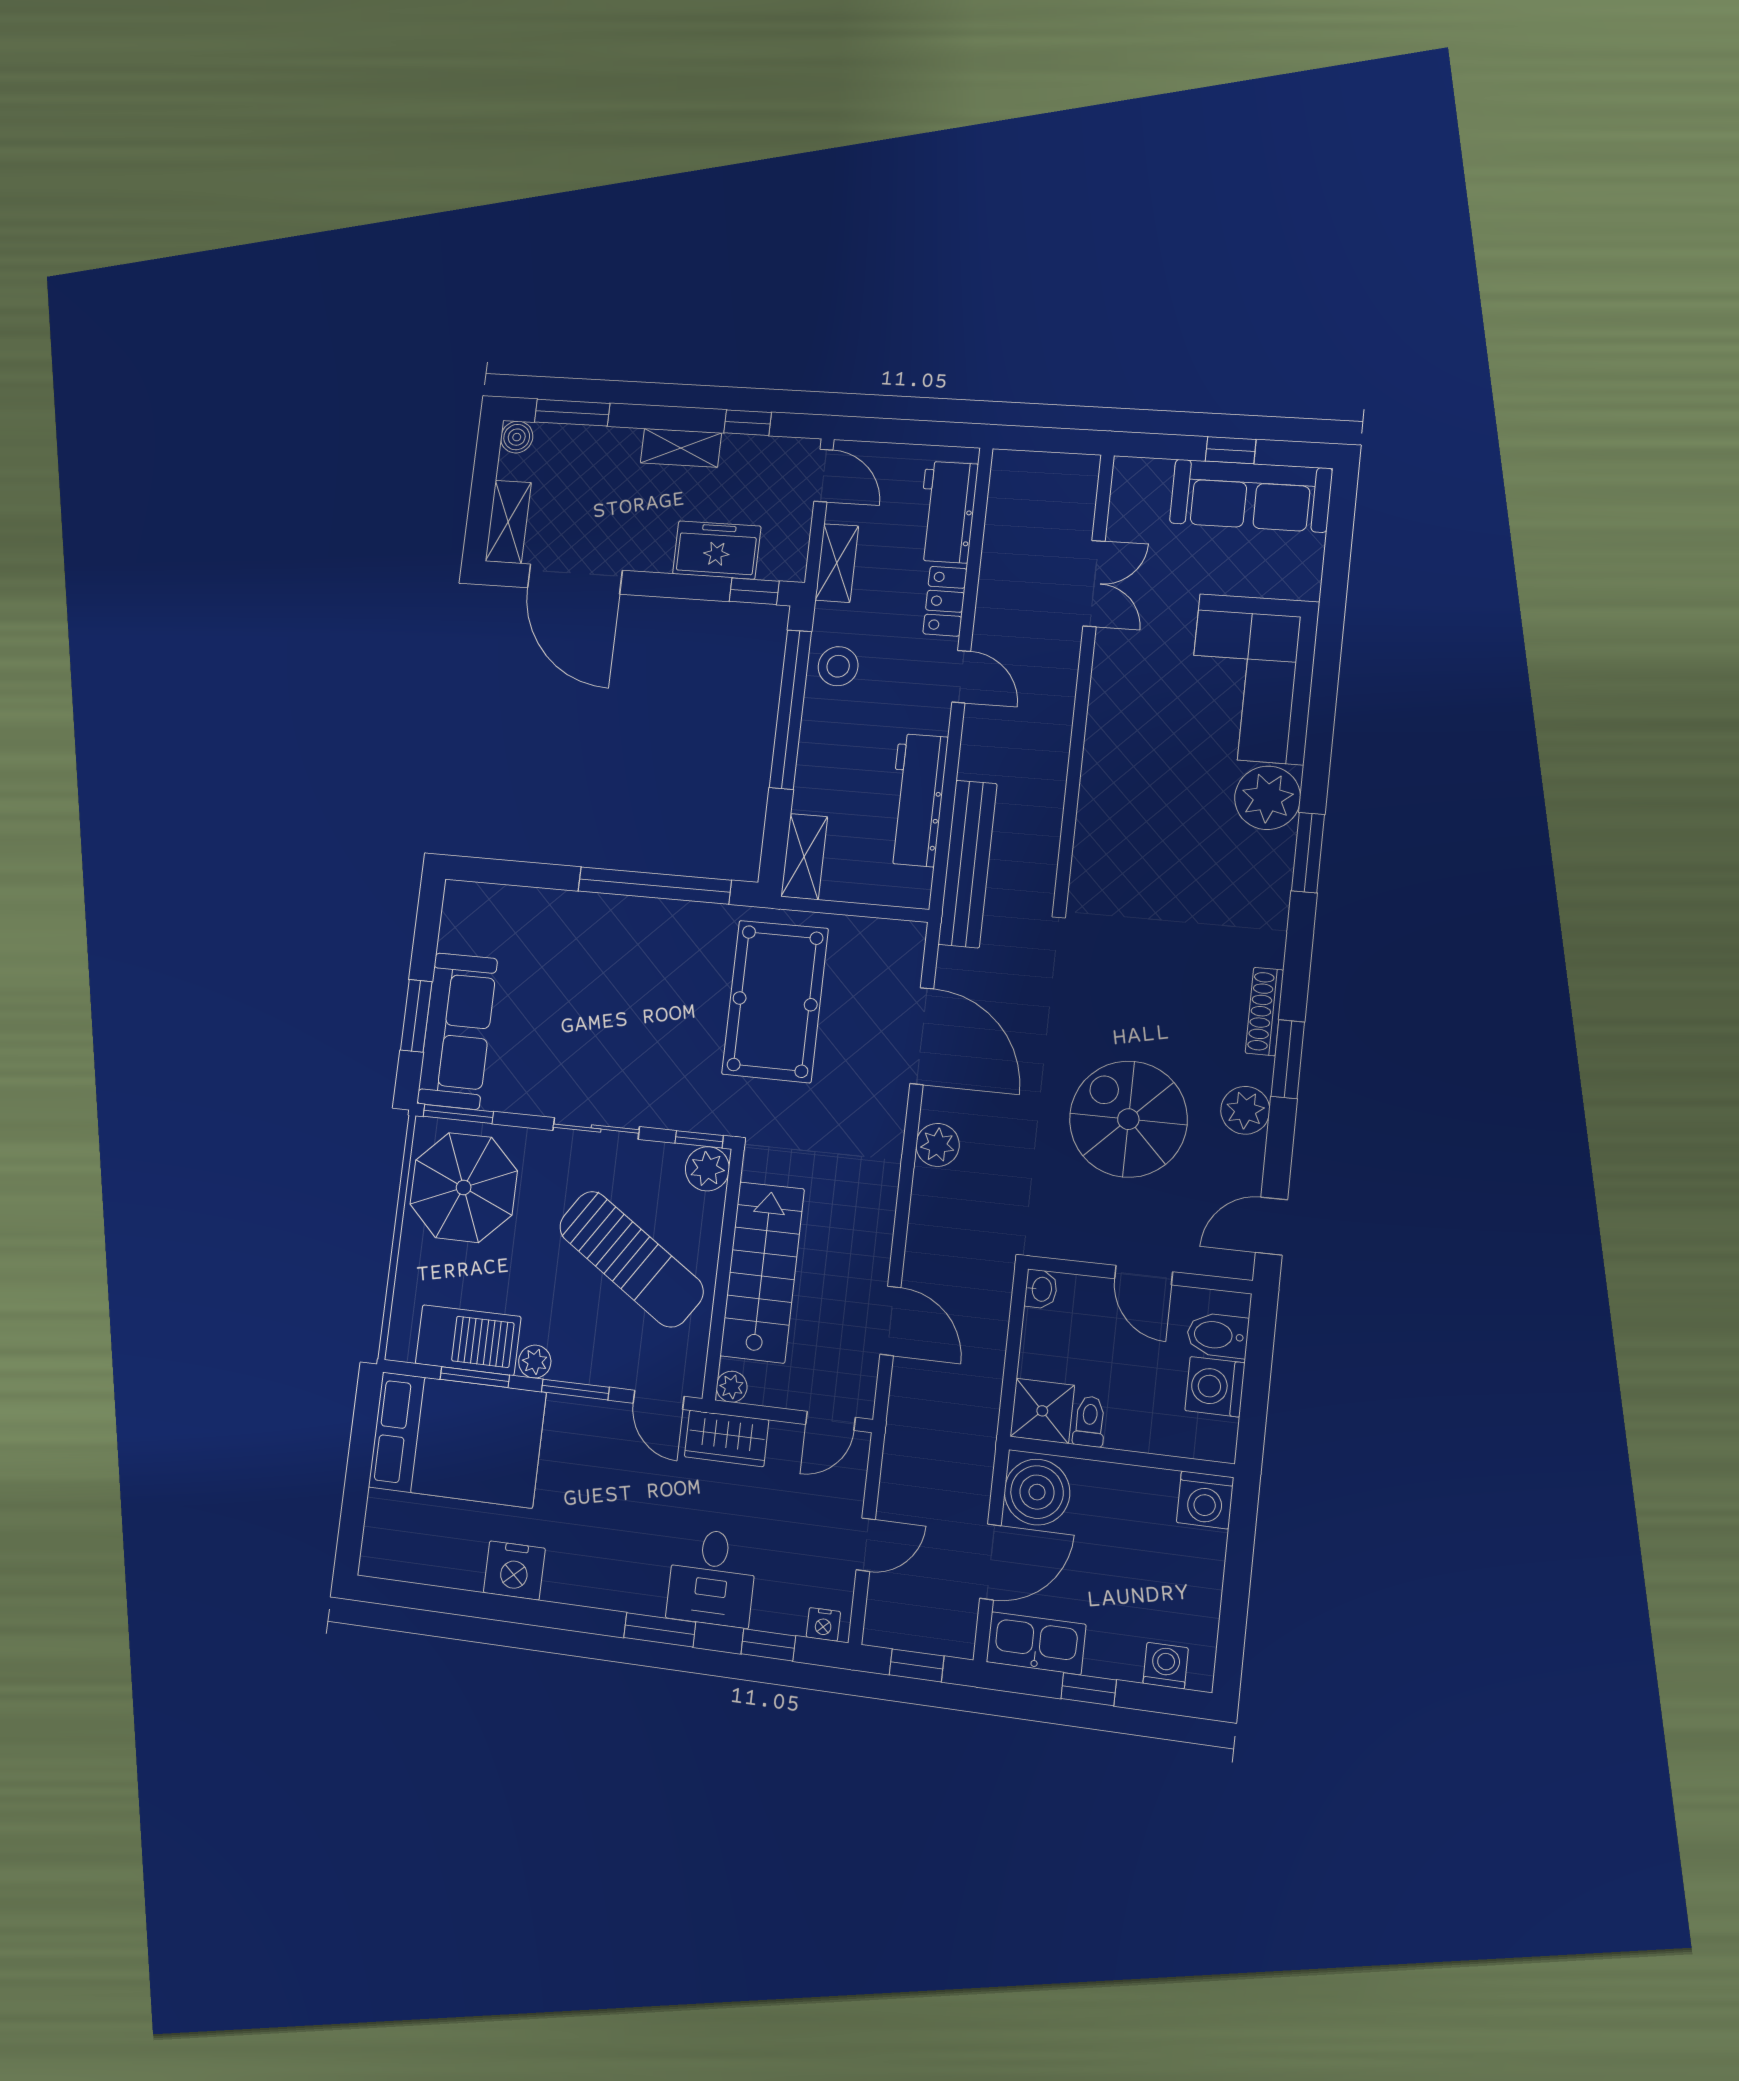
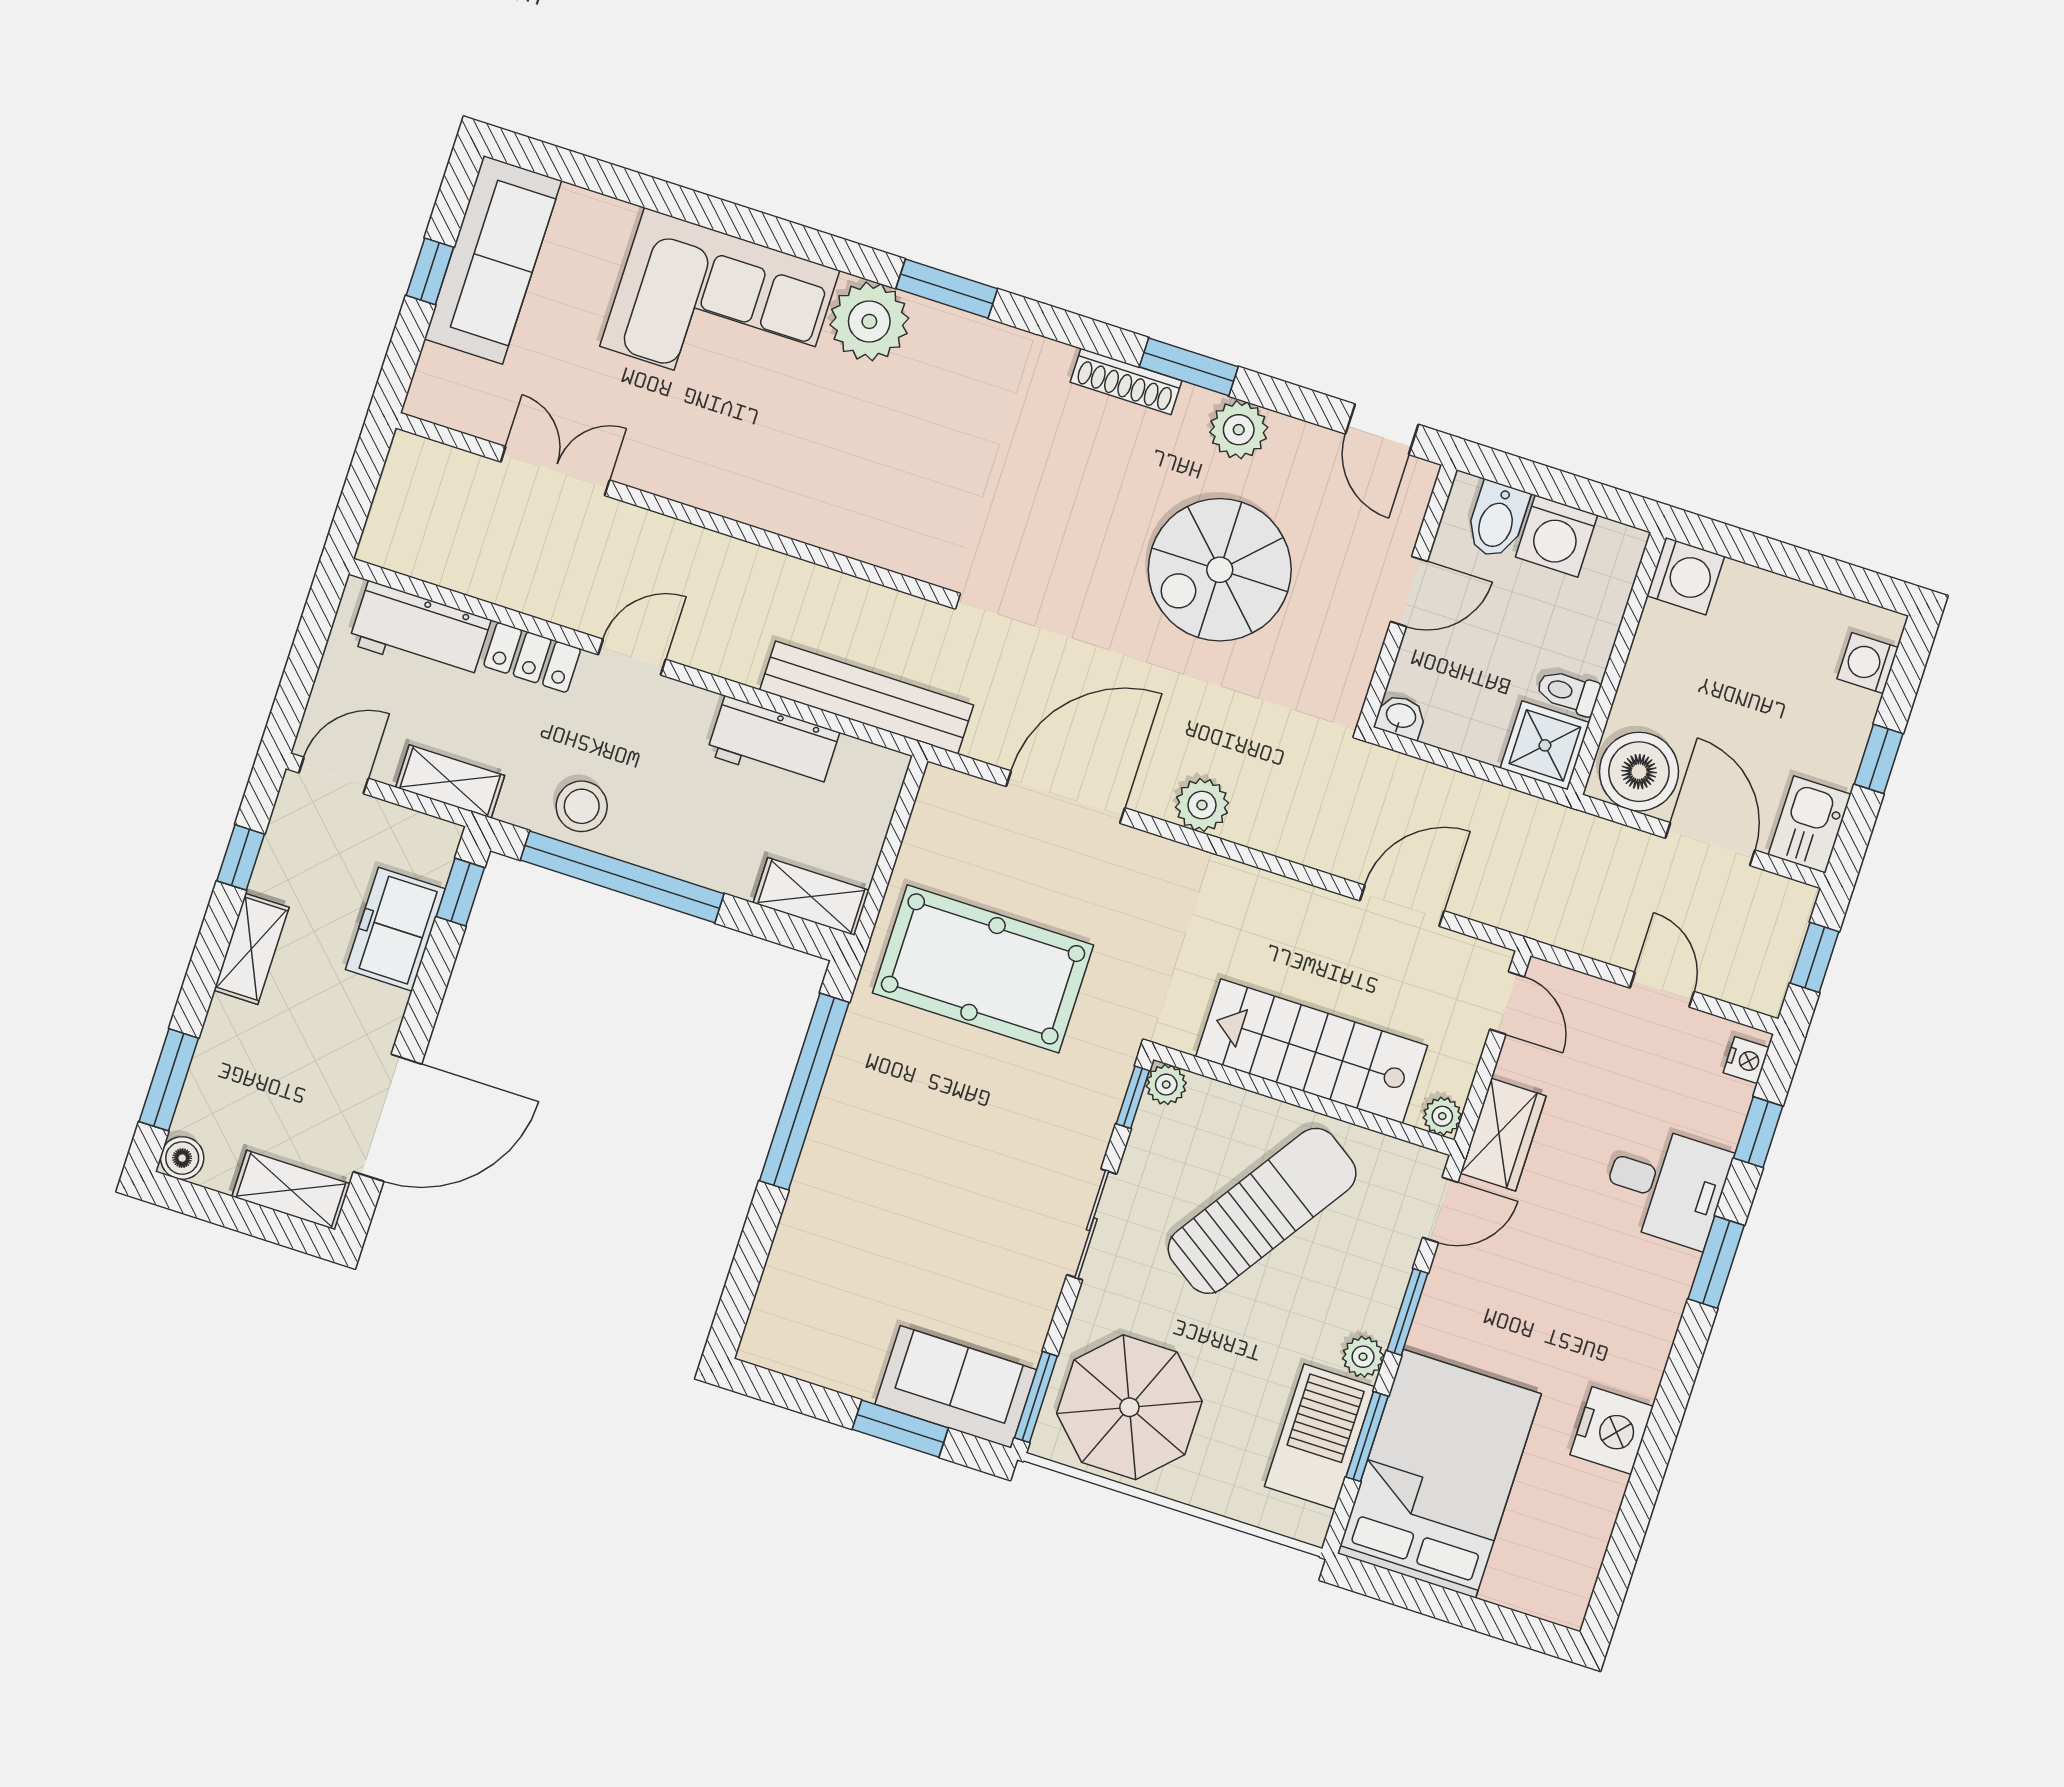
workbench: (917, 800) -> (773, 743), width x0.73
sofa: (457, 1031) -> (956, 1387), width x0.73
plant: (707, 1169) -> (1166, 1085), width x0.73, depth x0.73
kitchen sink: (1036, 1643) -> (1810, 824), width x0.73

